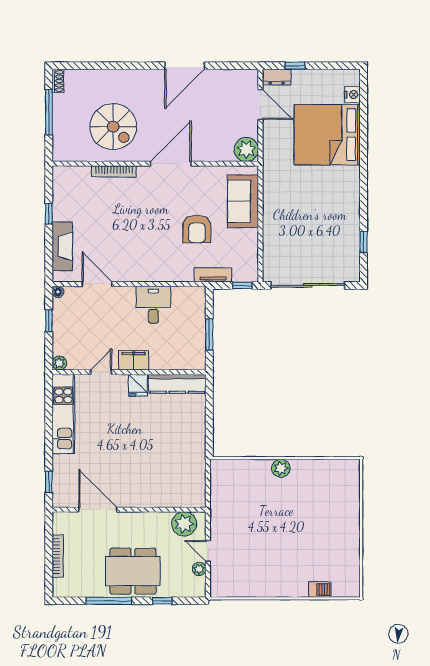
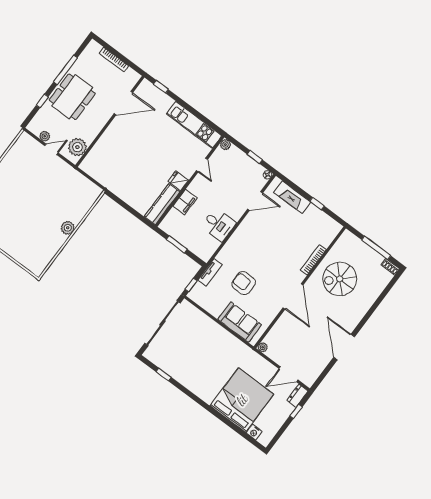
plant: (246, 150) -> (263, 347), width x0.53, depth x0.53
filing cabinet: (134, 360) -> (185, 202), moved

